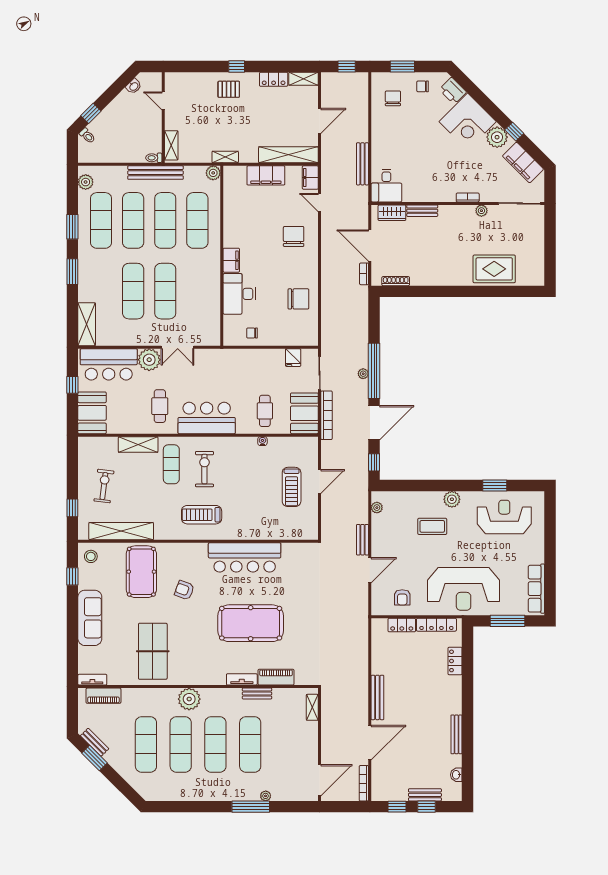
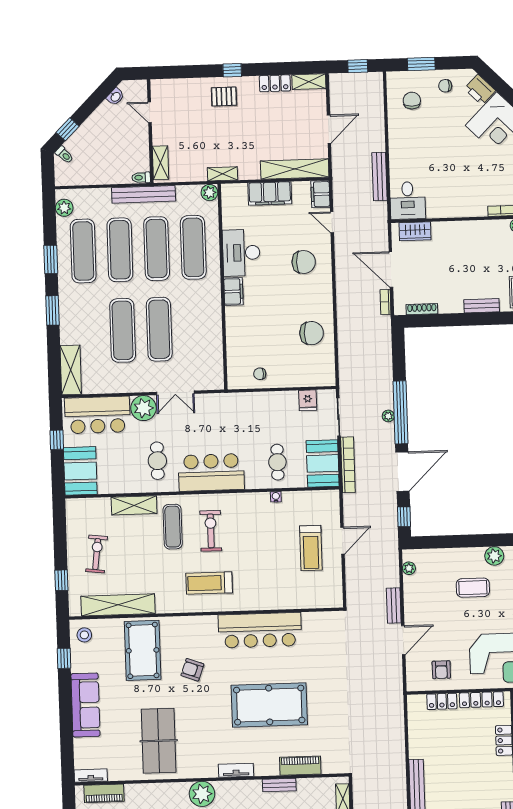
bench: (422, 211) -> (482, 306), moved
chair: (294, 236) -> (304, 262), turned 90
desk: (239, 294) -> (241, 253), moved
tv unit: (242, 679) -> (236, 770), moved

